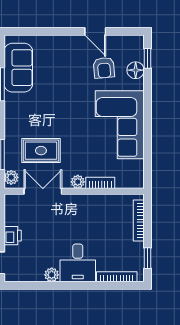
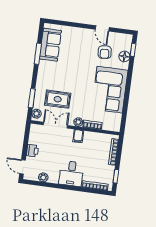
filing cabinet: (81, 203) -> (78, 136), added
plant: (52, 275) -> (43, 177), moved

